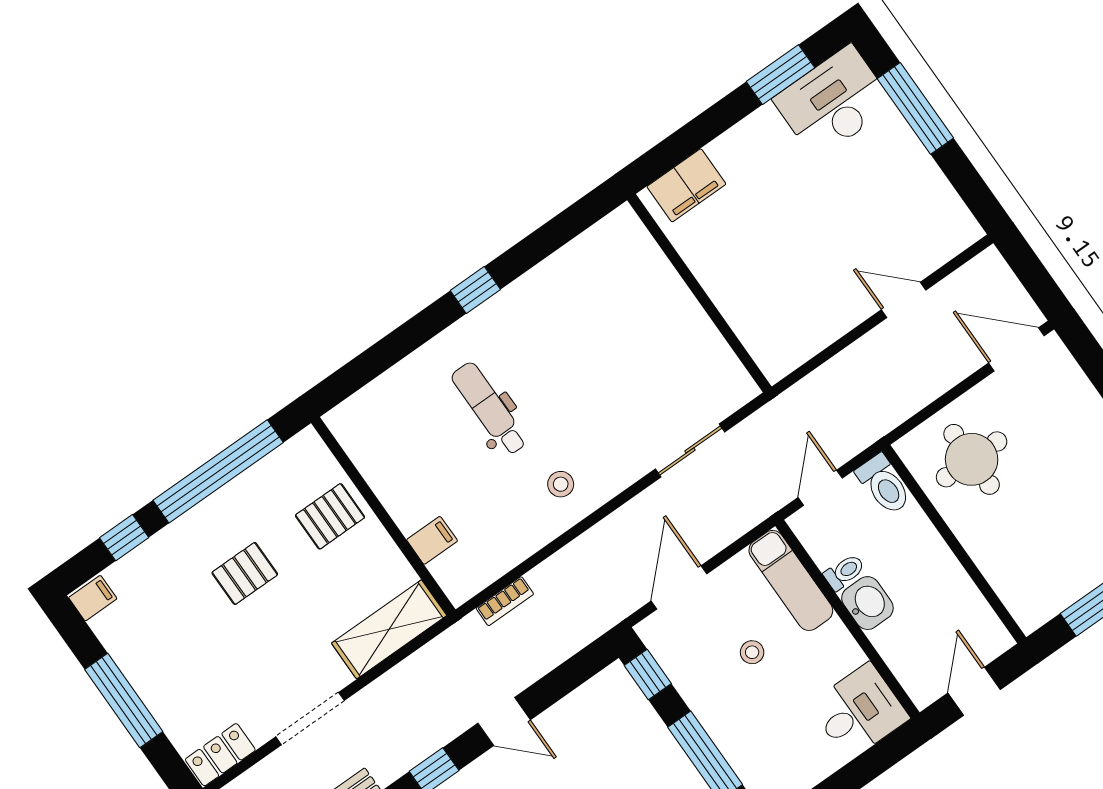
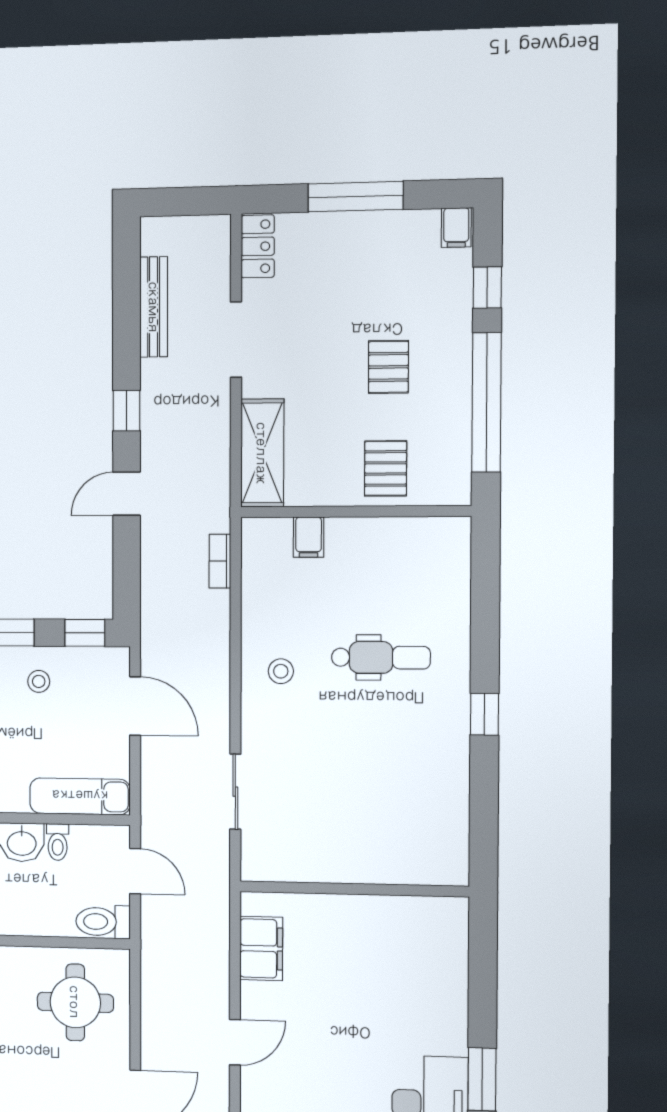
filing cabinet: (686, 185) -> (261, 948), moved, turned 180
stool: (752, 652) -> (39, 681), moved

